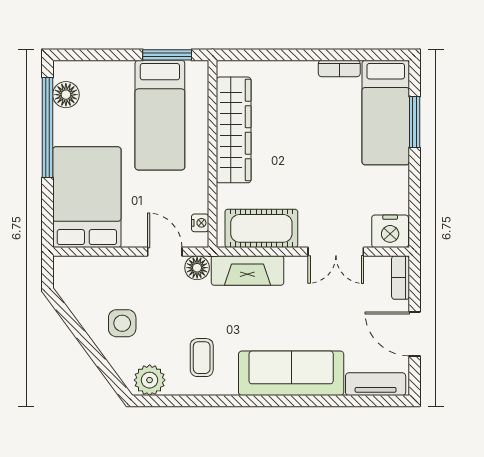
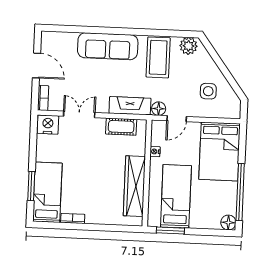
floor lamp: (66, 95) -> (228, 222), moved
nightstand: (200, 223) -> (155, 152), moved
cot: (261, 228) -> (121, 127), width x0.73, depth x0.75
door: (165, 252) -> (177, 119), hinge flipped
side table: (122, 323) -> (208, 91), moved
coffee table: (202, 358) -> (158, 57), width x1.86, depth x1.72
tv unit: (376, 384) -> (60, 38), removed

